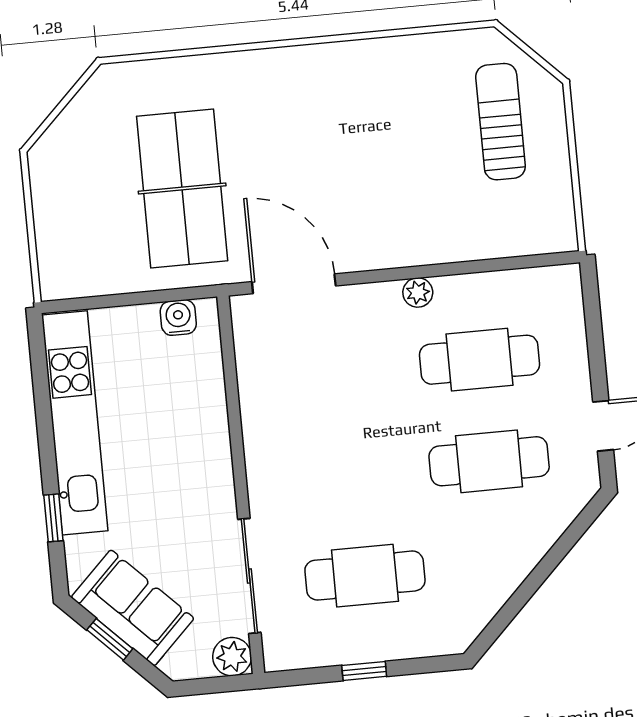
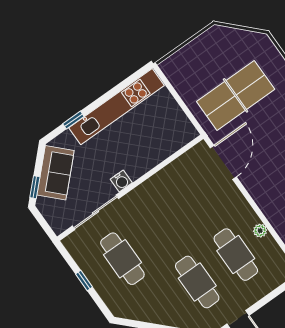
plant: (418, 292) -> (260, 231), moved
water cooler: (178, 318) -> (121, 181), moved, turned 90
window: (110, 639) -> (35, 187), moved
plant: (232, 657) -> (59, 224), removed

